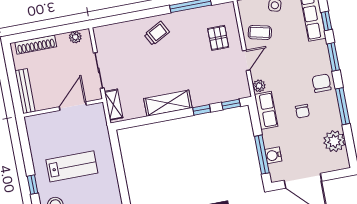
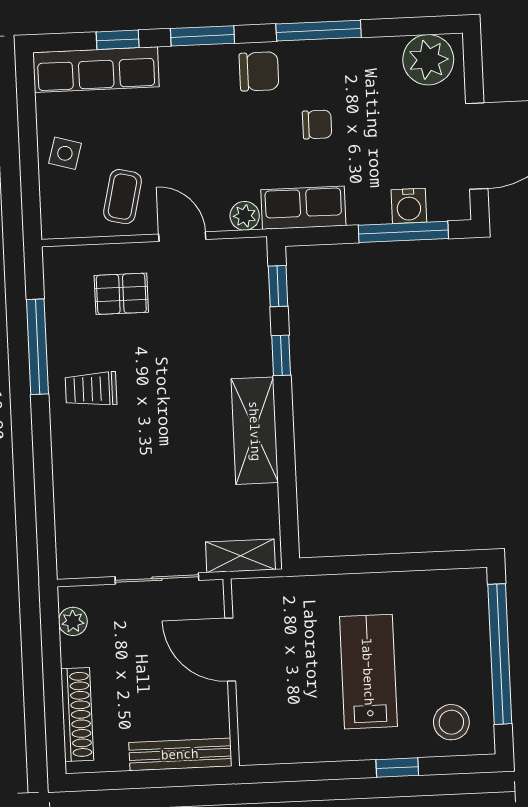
trolley: (157, 33) -> (91, 389), moved, turned -62
chair: (322, 83) -> (259, 71), turned 180
plant: (334, 141) -> (428, 60), moved

